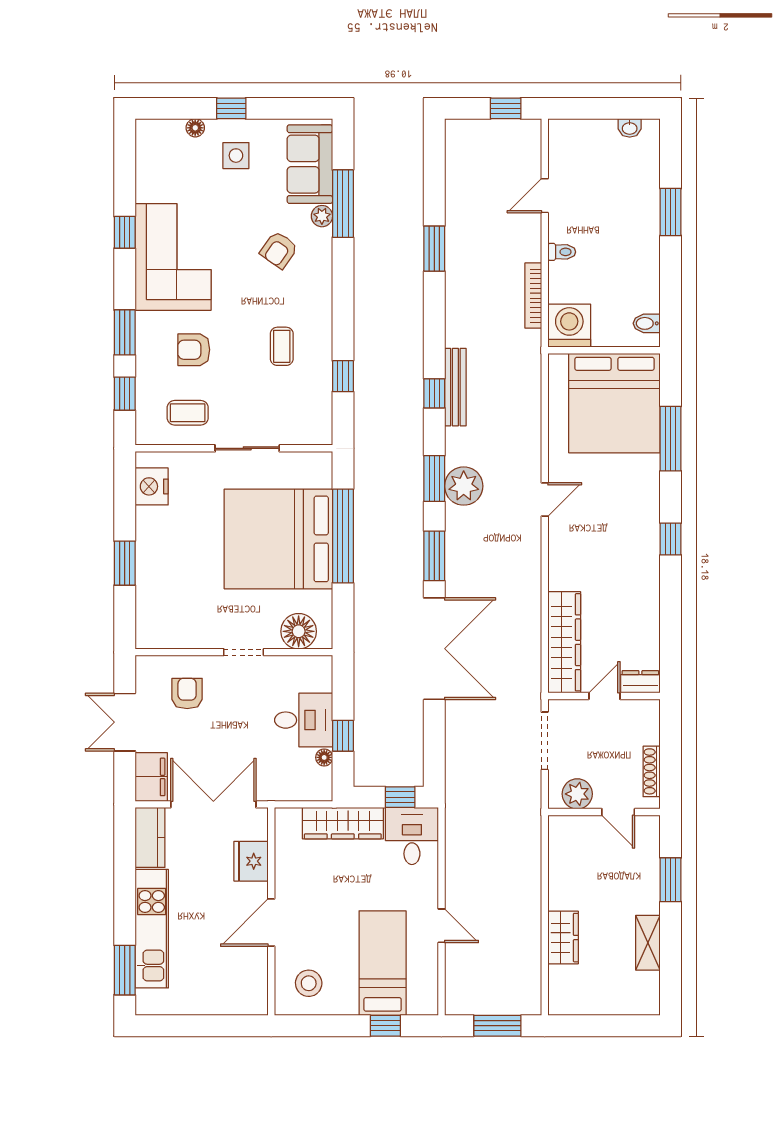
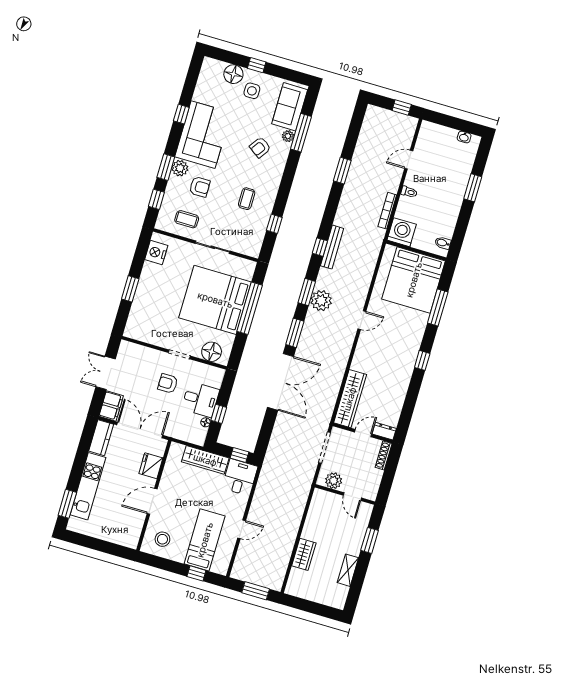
floor lamp: (195, 128) -> (233, 74), width x1.89, depth x1.89
plant: (150, 327) -> (180, 168), added
armchair: (194, 350) -> (200, 187), turned 180
armchair: (187, 693) -> (168, 383), moved, turned -90
shoe rack: (652, 771) -> (384, 455), moved
door: (441, 926) -> (242, 529), hinge flipped

